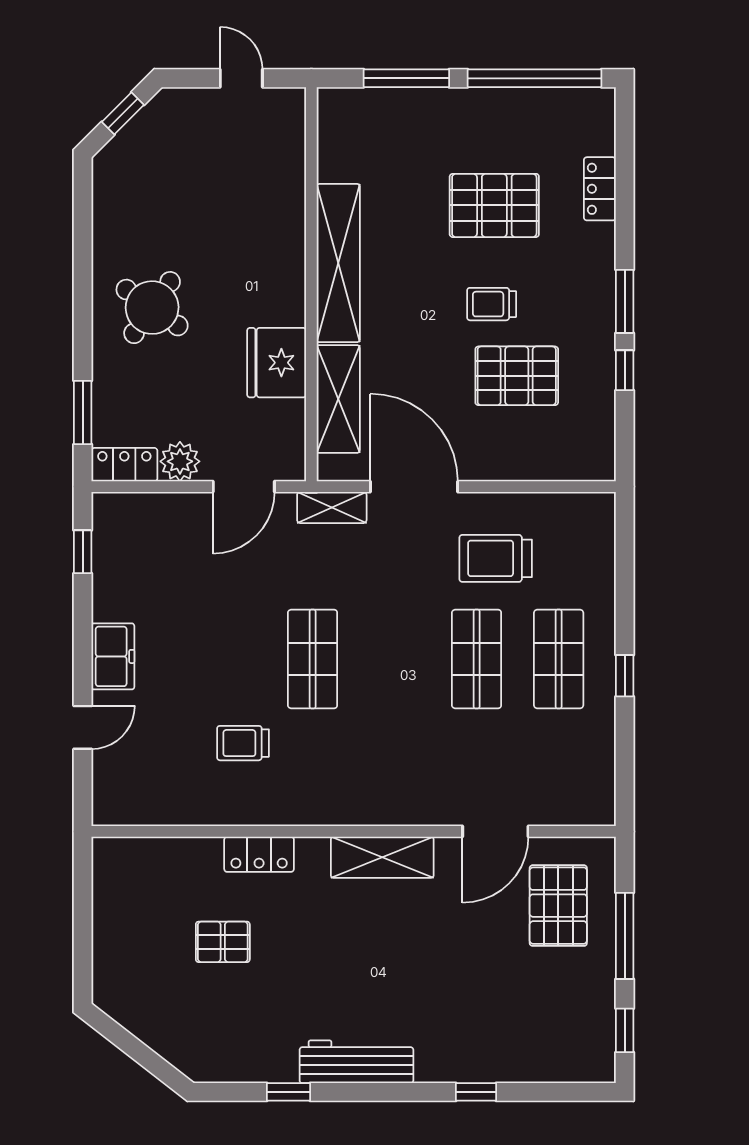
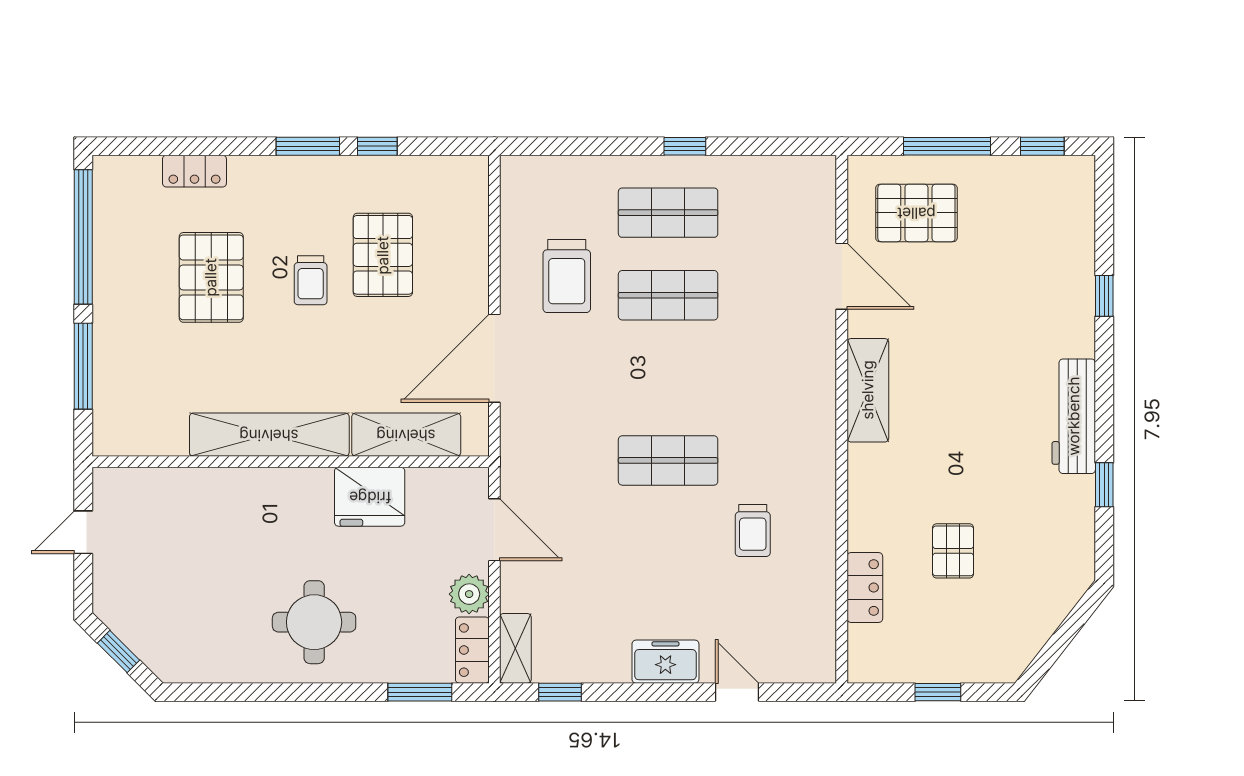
round table: (152, 308) -> (314, 622), turned -35
shelving: (332, 507) -> (515, 648), moved
locker: (259, 854) -> (865, 588), moved
window: (83, 927) -> (938, 692), added

